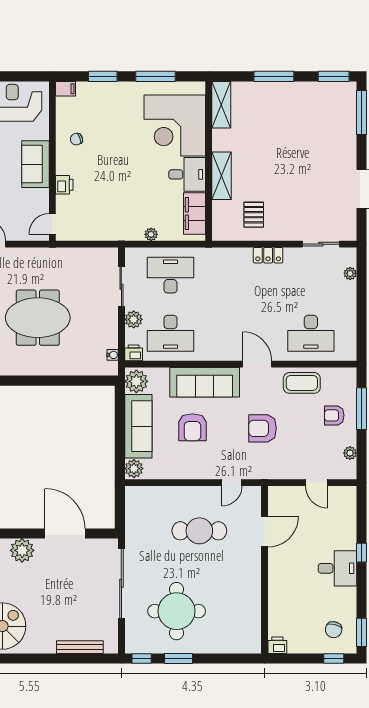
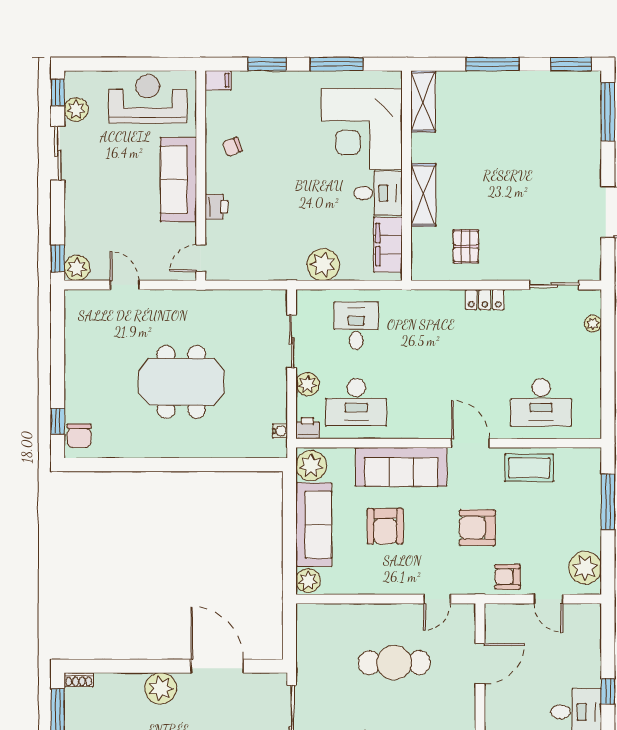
sofa: (35, 164) -> (178, 180), width x1.36
plant: (151, 234) -> (323, 265), width x1.87, depth x1.87
desk: (171, 275) -> (356, 326), width x0.73
armchair: (334, 415) -> (508, 577), moved
plant: (350, 453) -> (585, 568), width x1.88, depth x1.88

